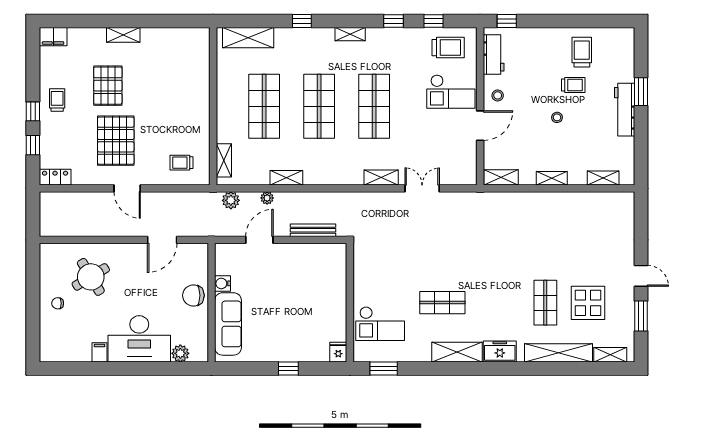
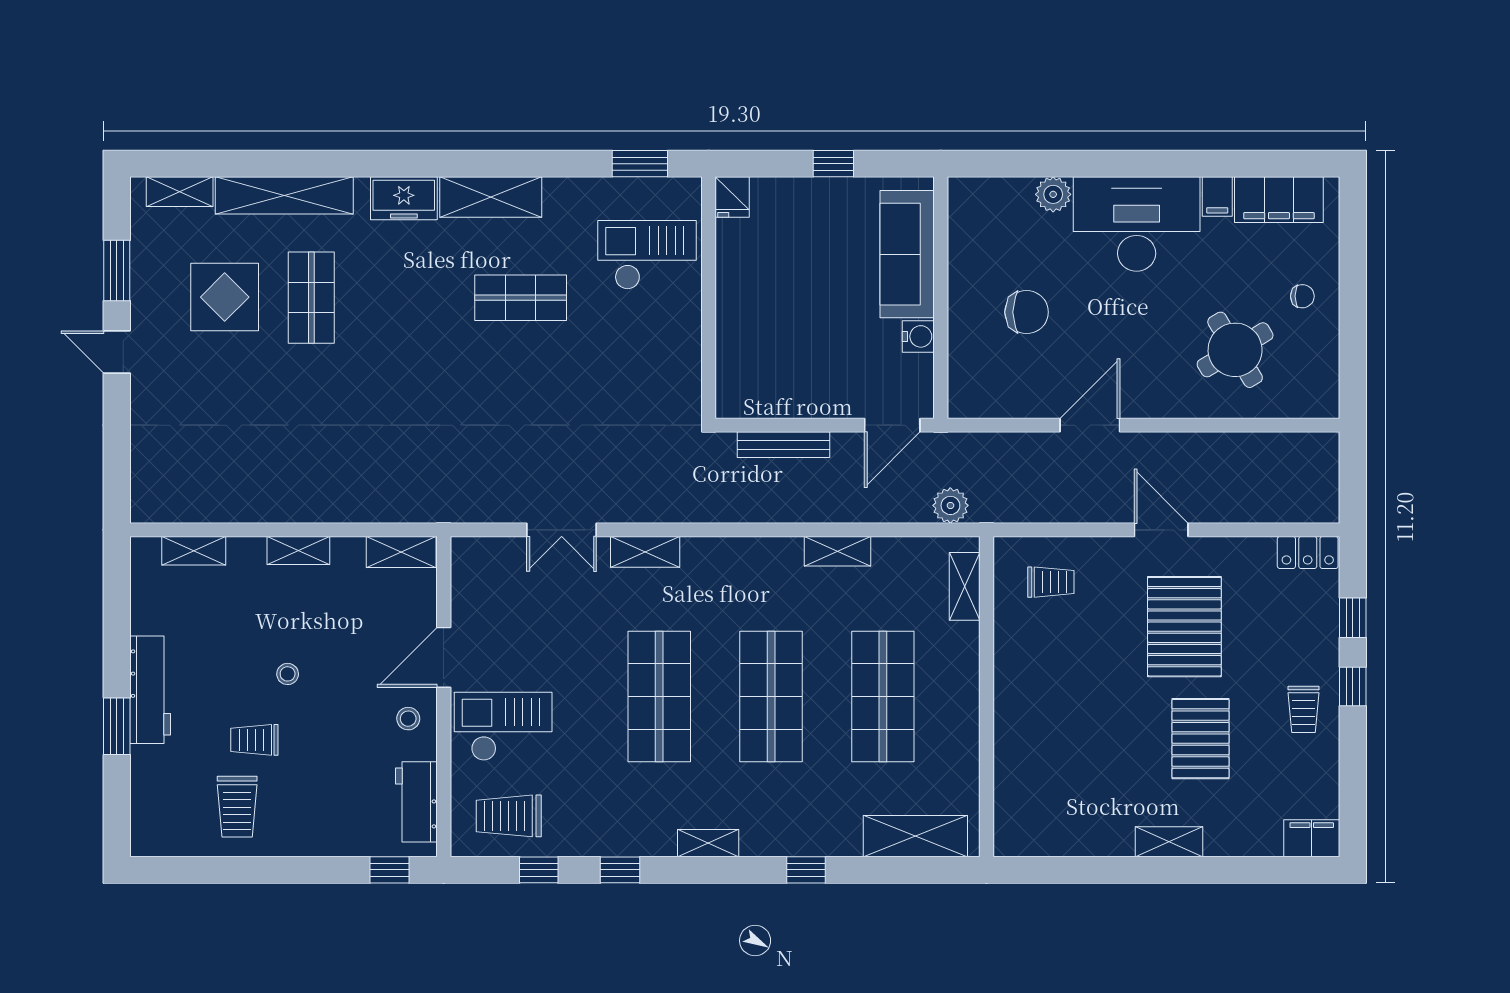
plant: (267, 198) -> (877, 510), removed
water cooler: (223, 283) -> (918, 336), moved
wall: (211, 303) -> (941, 298), moved
sofa: (228, 324) -> (907, 254), moved
filing cabinet: (69, 351) -> (1279, 200), added

